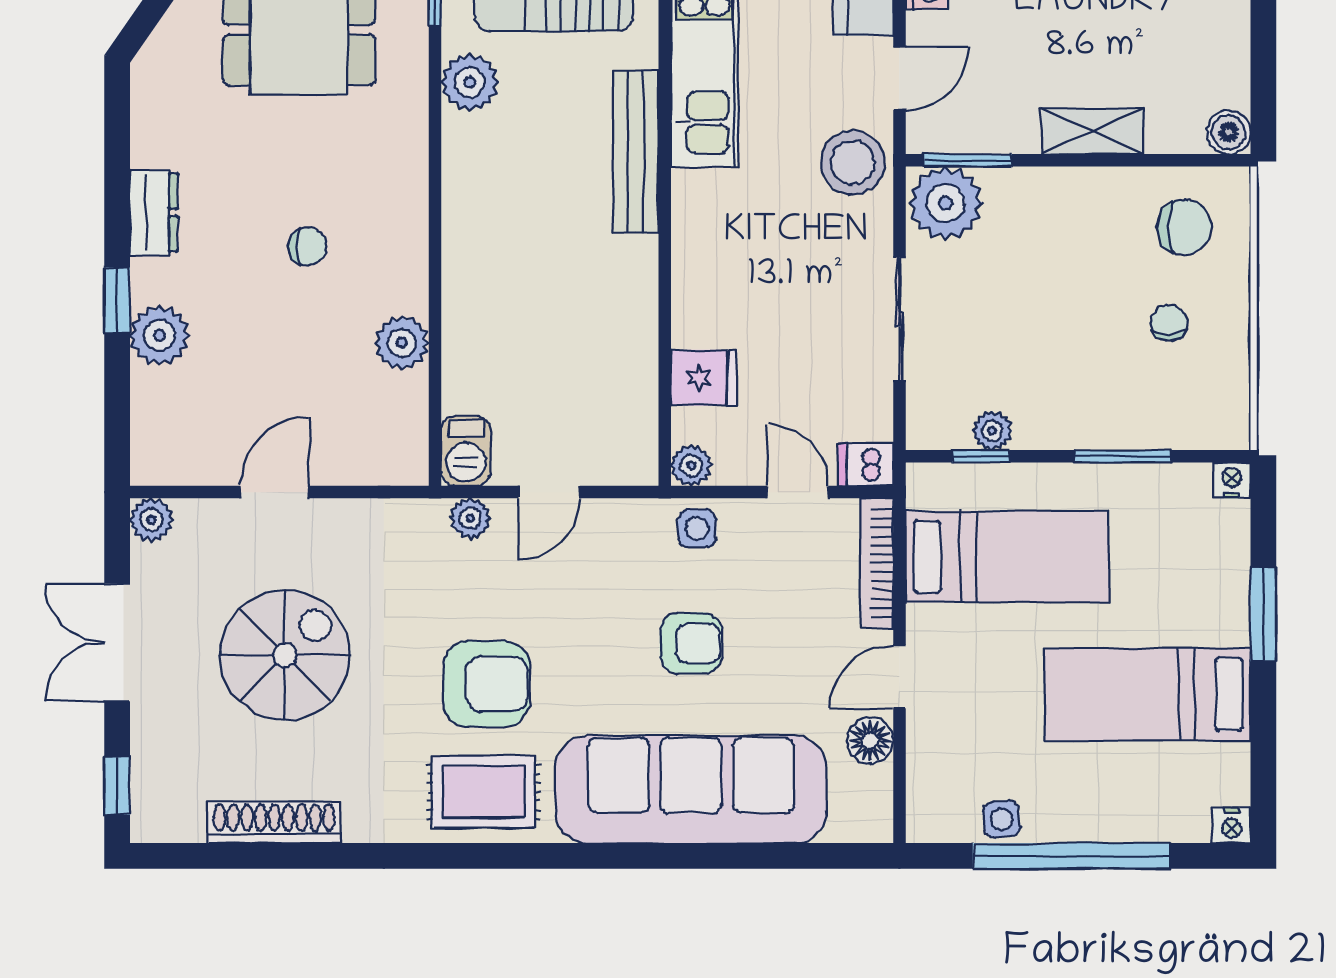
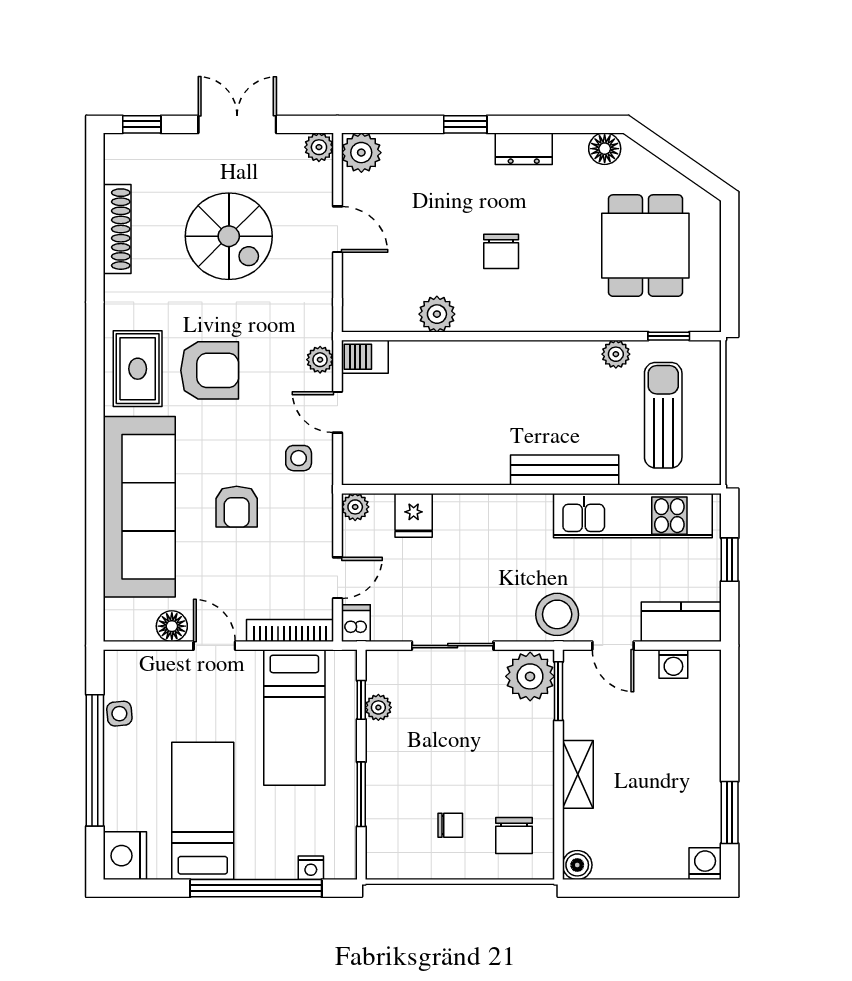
plant: (470, 82) -> (616, 354), width x0.73, depth x0.73
floor lamp: (154, 91) -> (605, 149), added
chair: (308, 246) -> (501, 251), width x1.37, depth x1.37
plant: (159, 335) -> (361, 153), moved
nightstand: (1232, 480) -> (311, 868), moved, turned 90
side table: (697, 529) -> (299, 458), moved
window: (1263, 614) -> (256, 888), width x2.11
armchair: (486, 684) -> (210, 370), turned -90
nightstand: (1232, 825) -> (125, 856), width x1.89, depth x1.79

